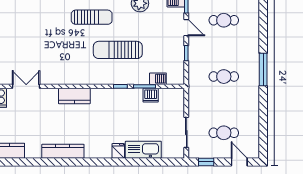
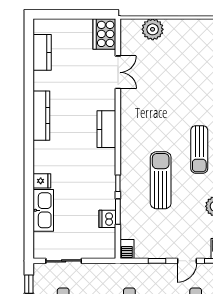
barbecue: (158, 79) -> (127, 249), moved

